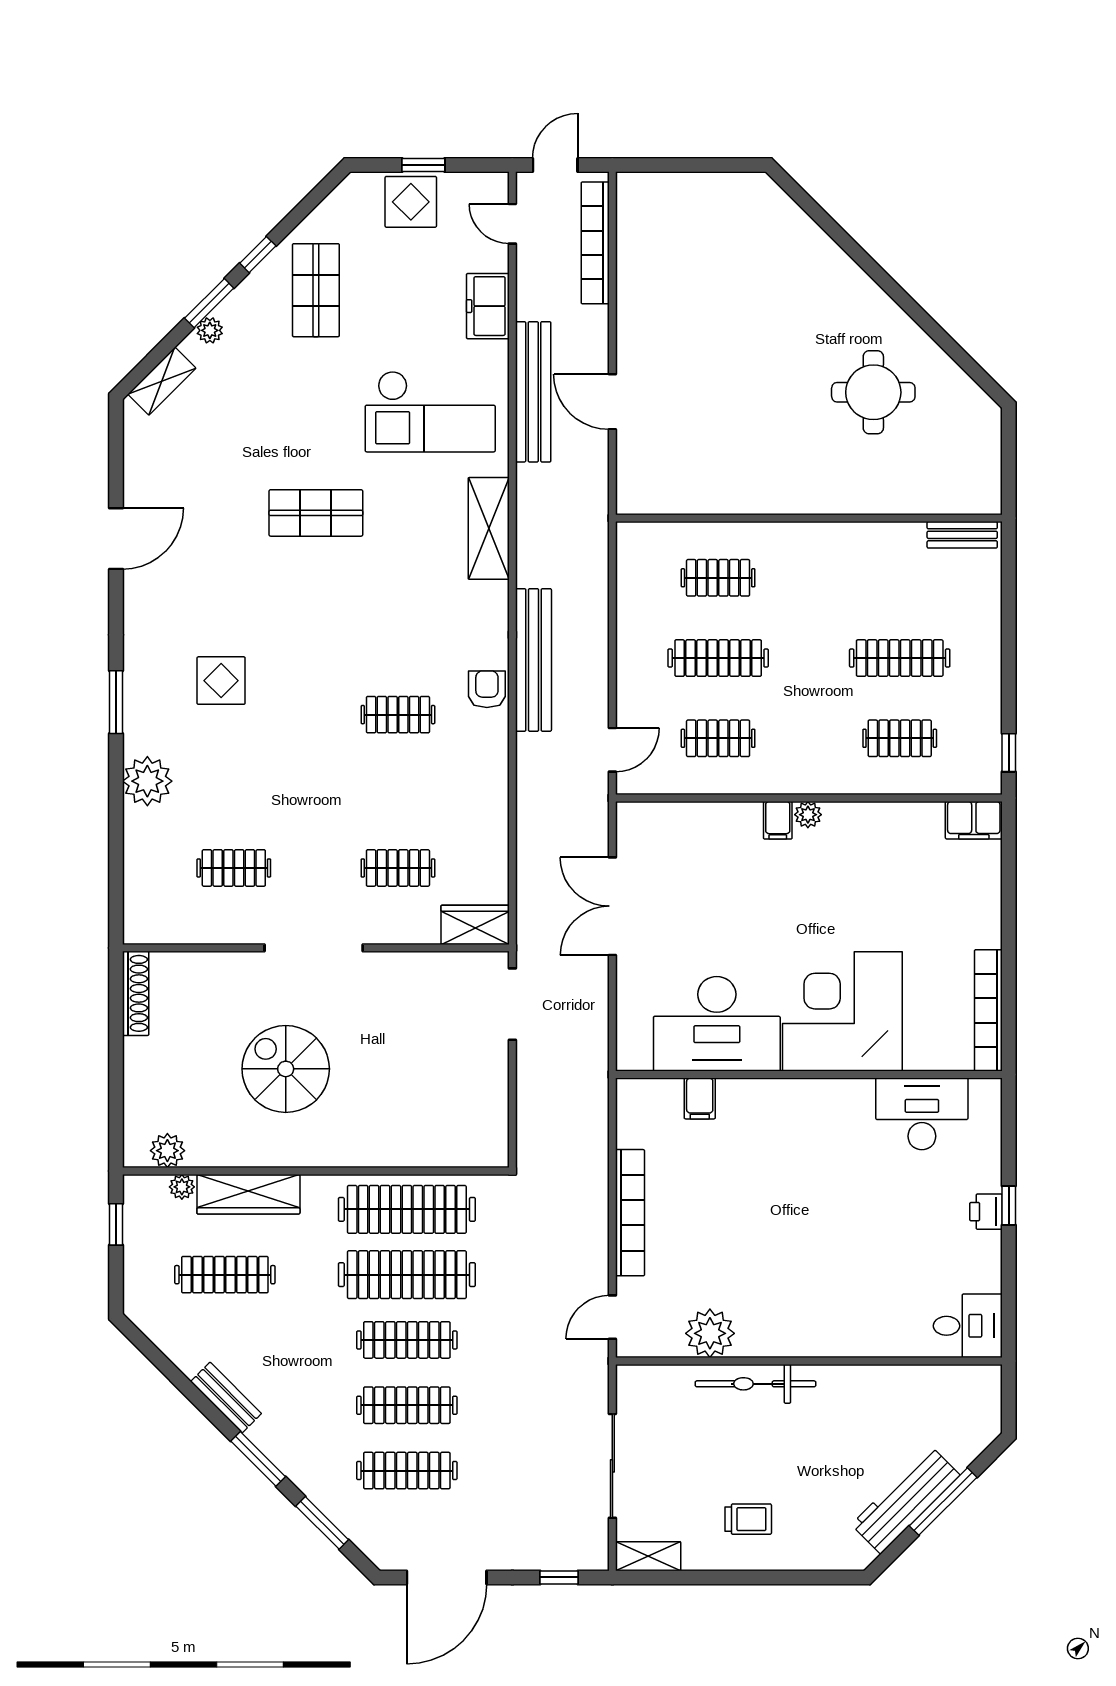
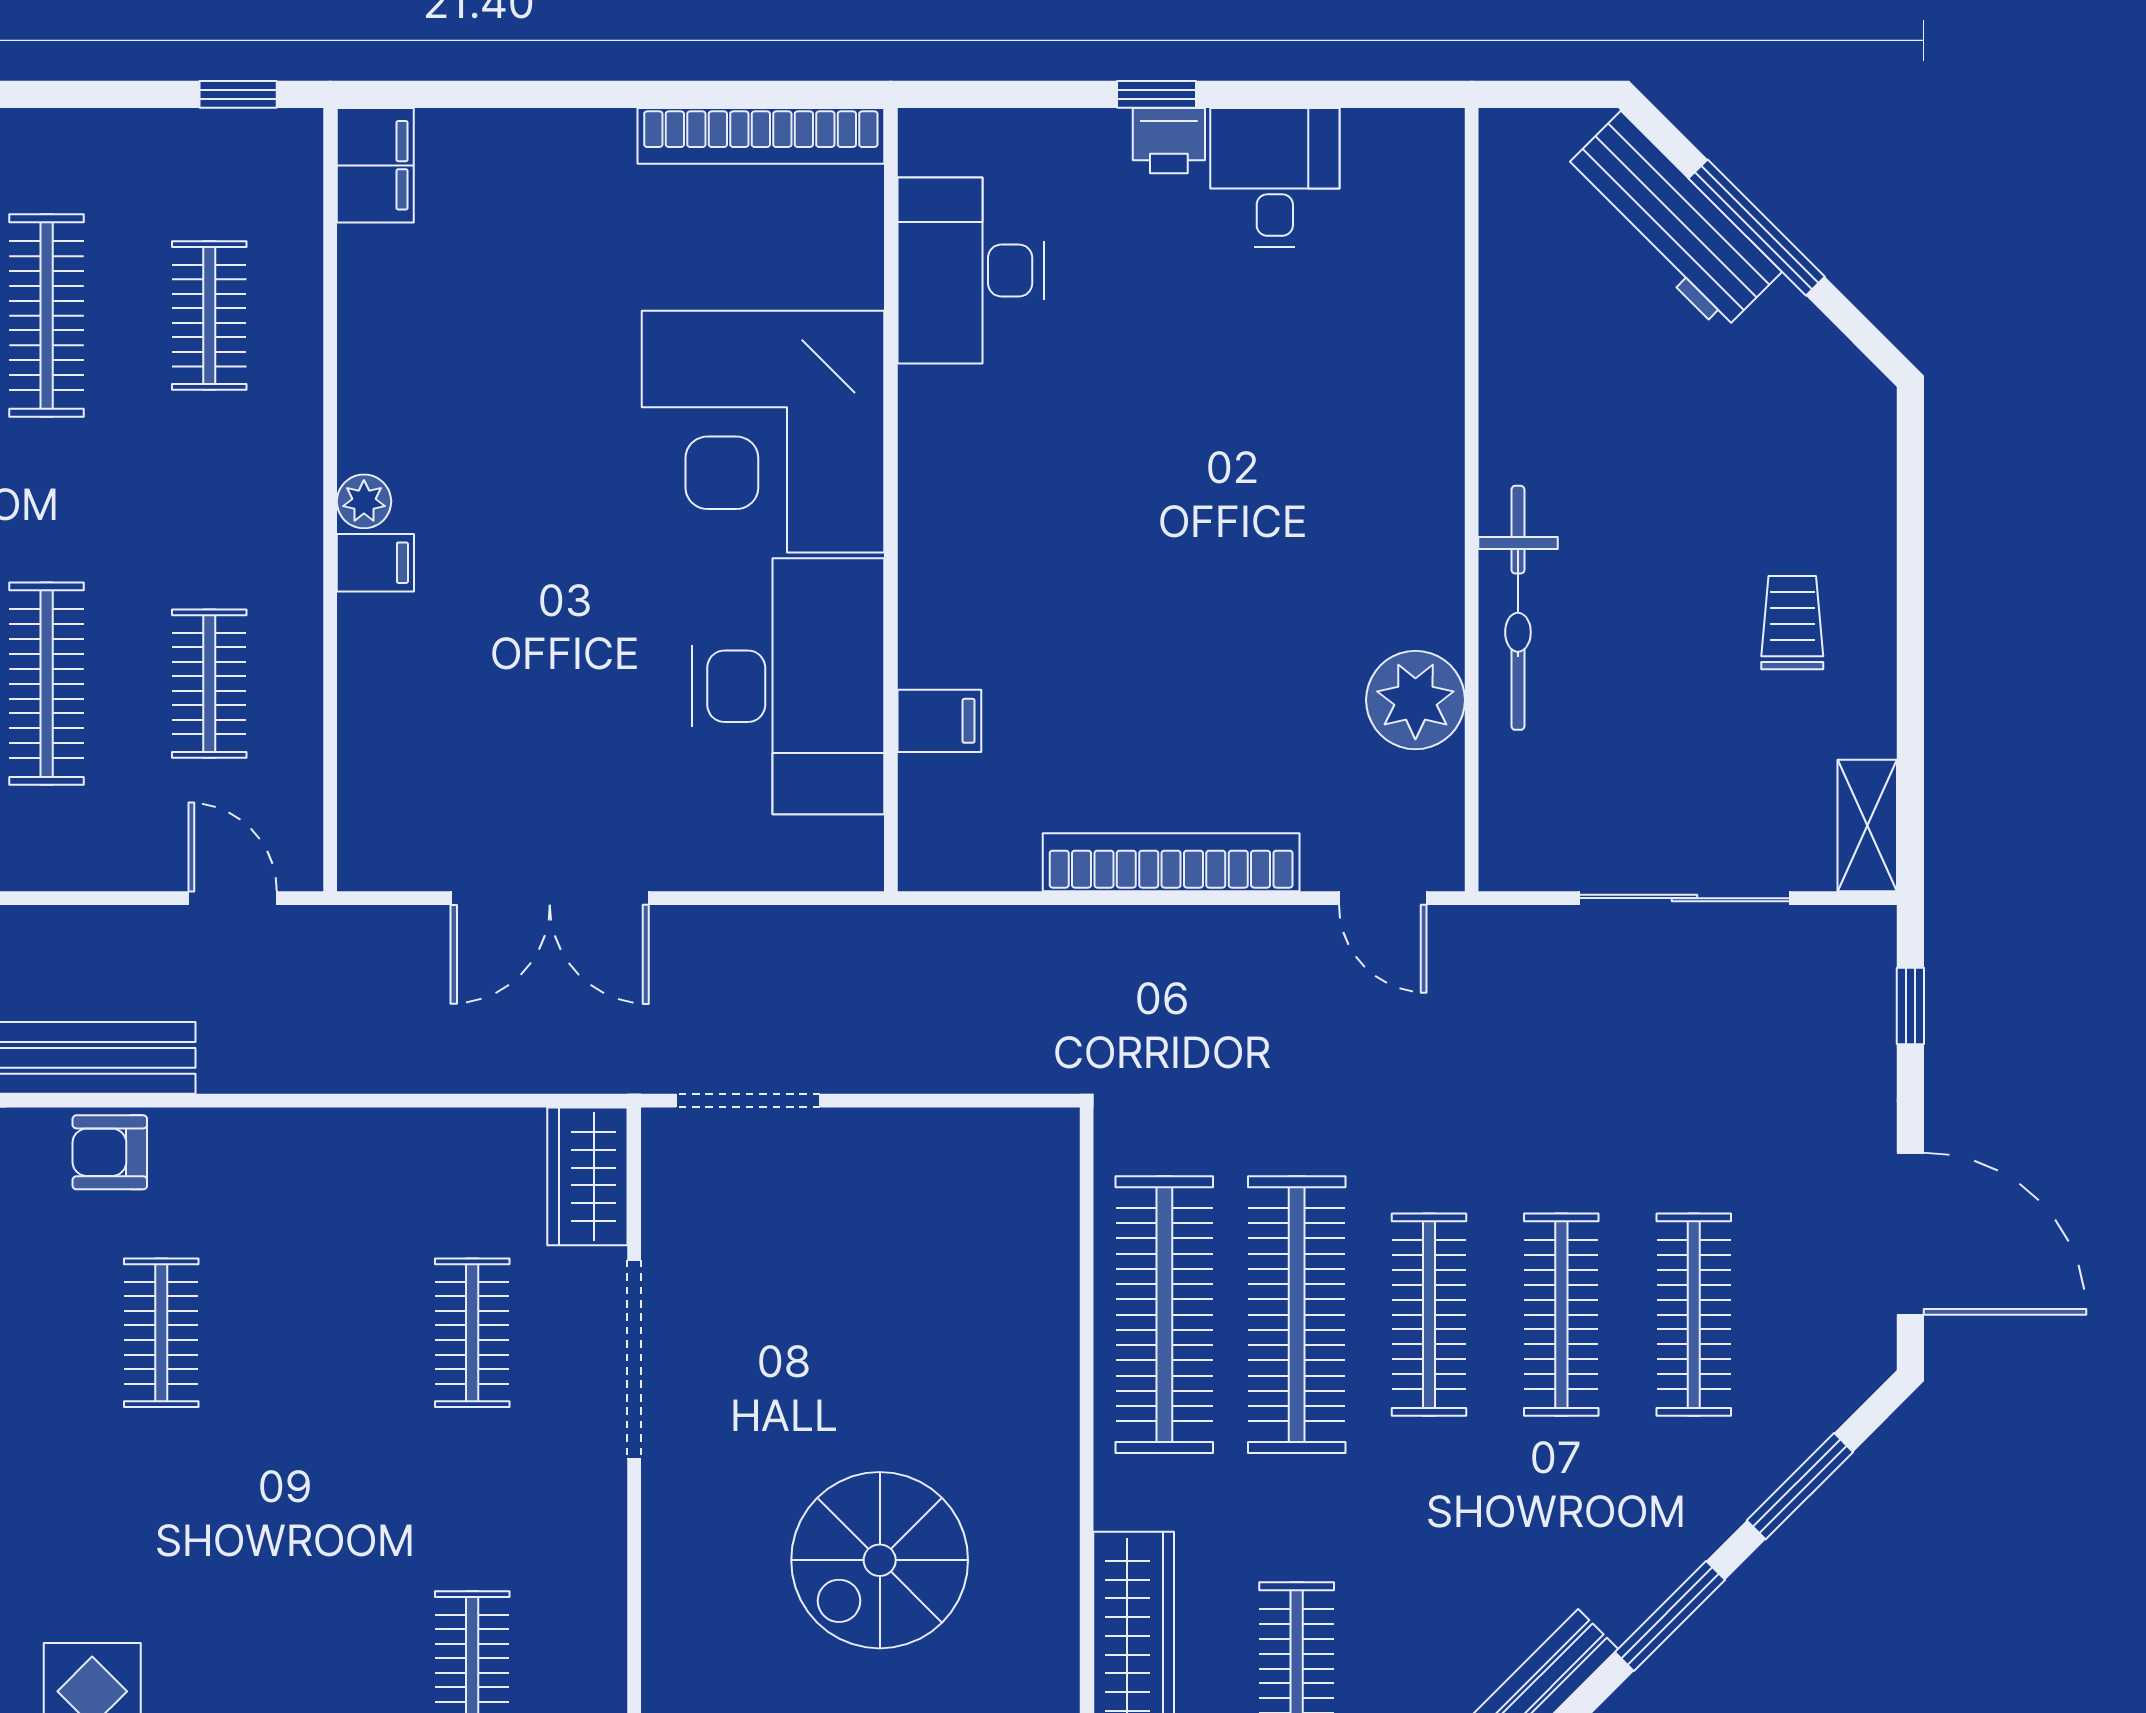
doorway: (314, 948) -> (634, 1360), moved
desk: (968, 1326) -> (1275, 177), moved
workbench: (906, 1500) -> (1671, 222), moved

